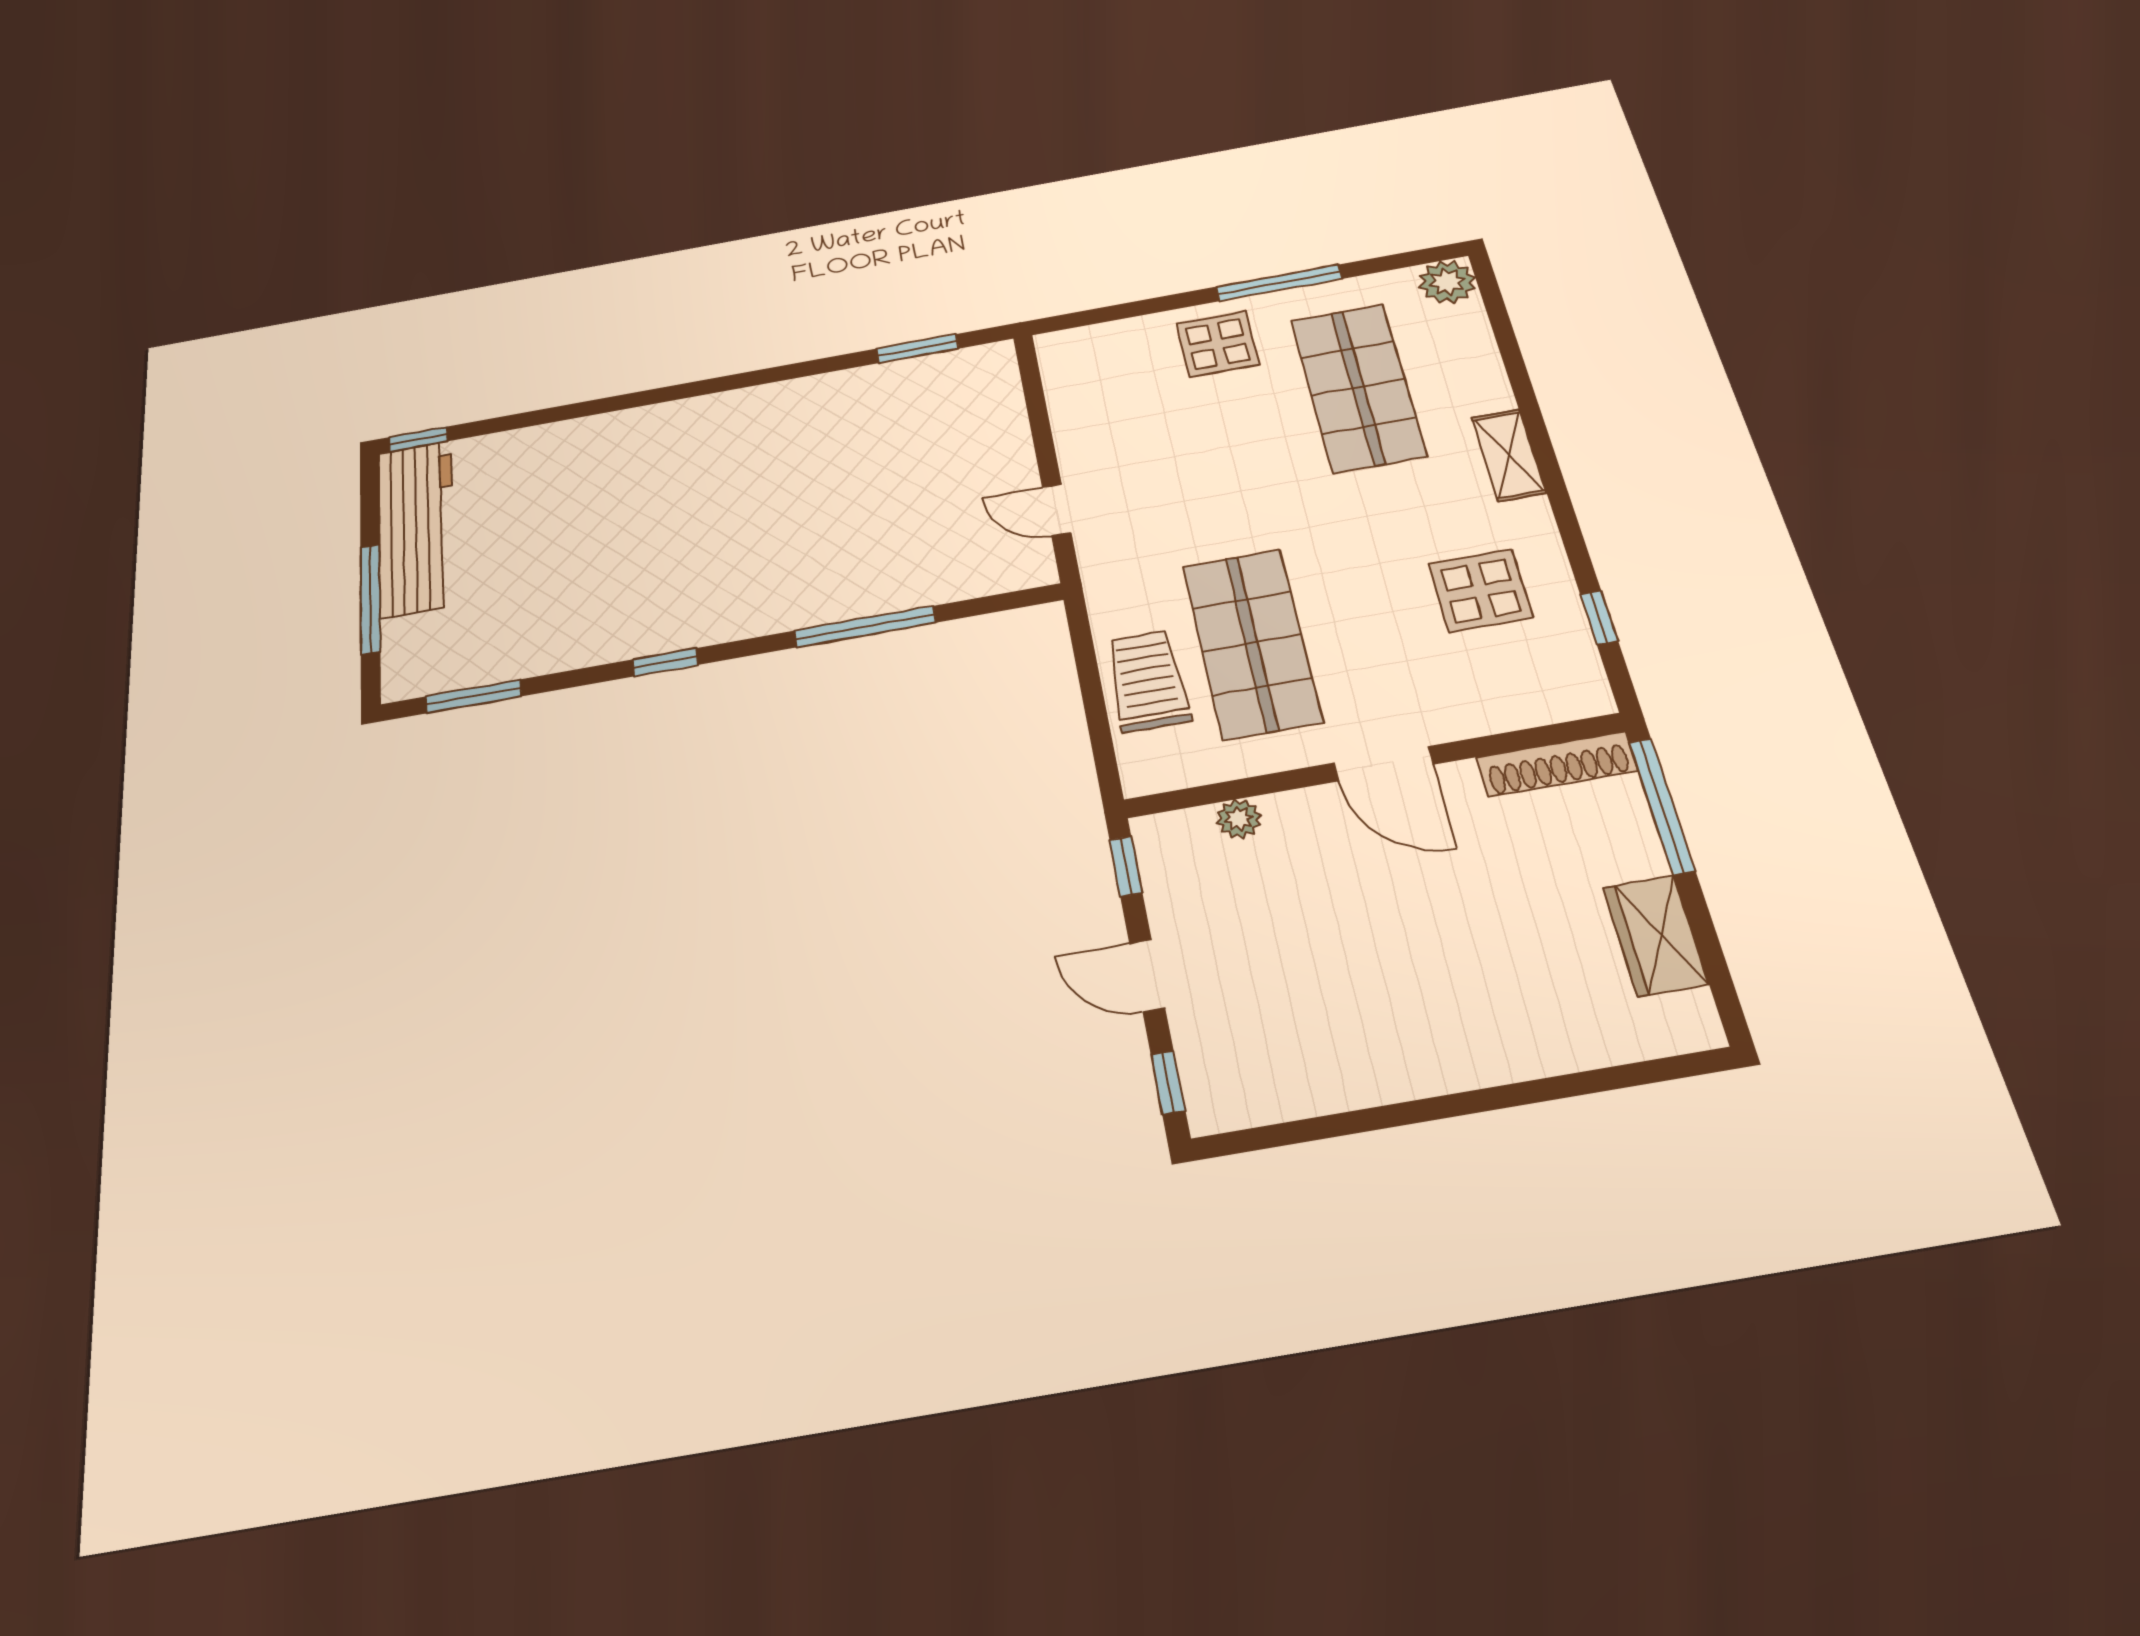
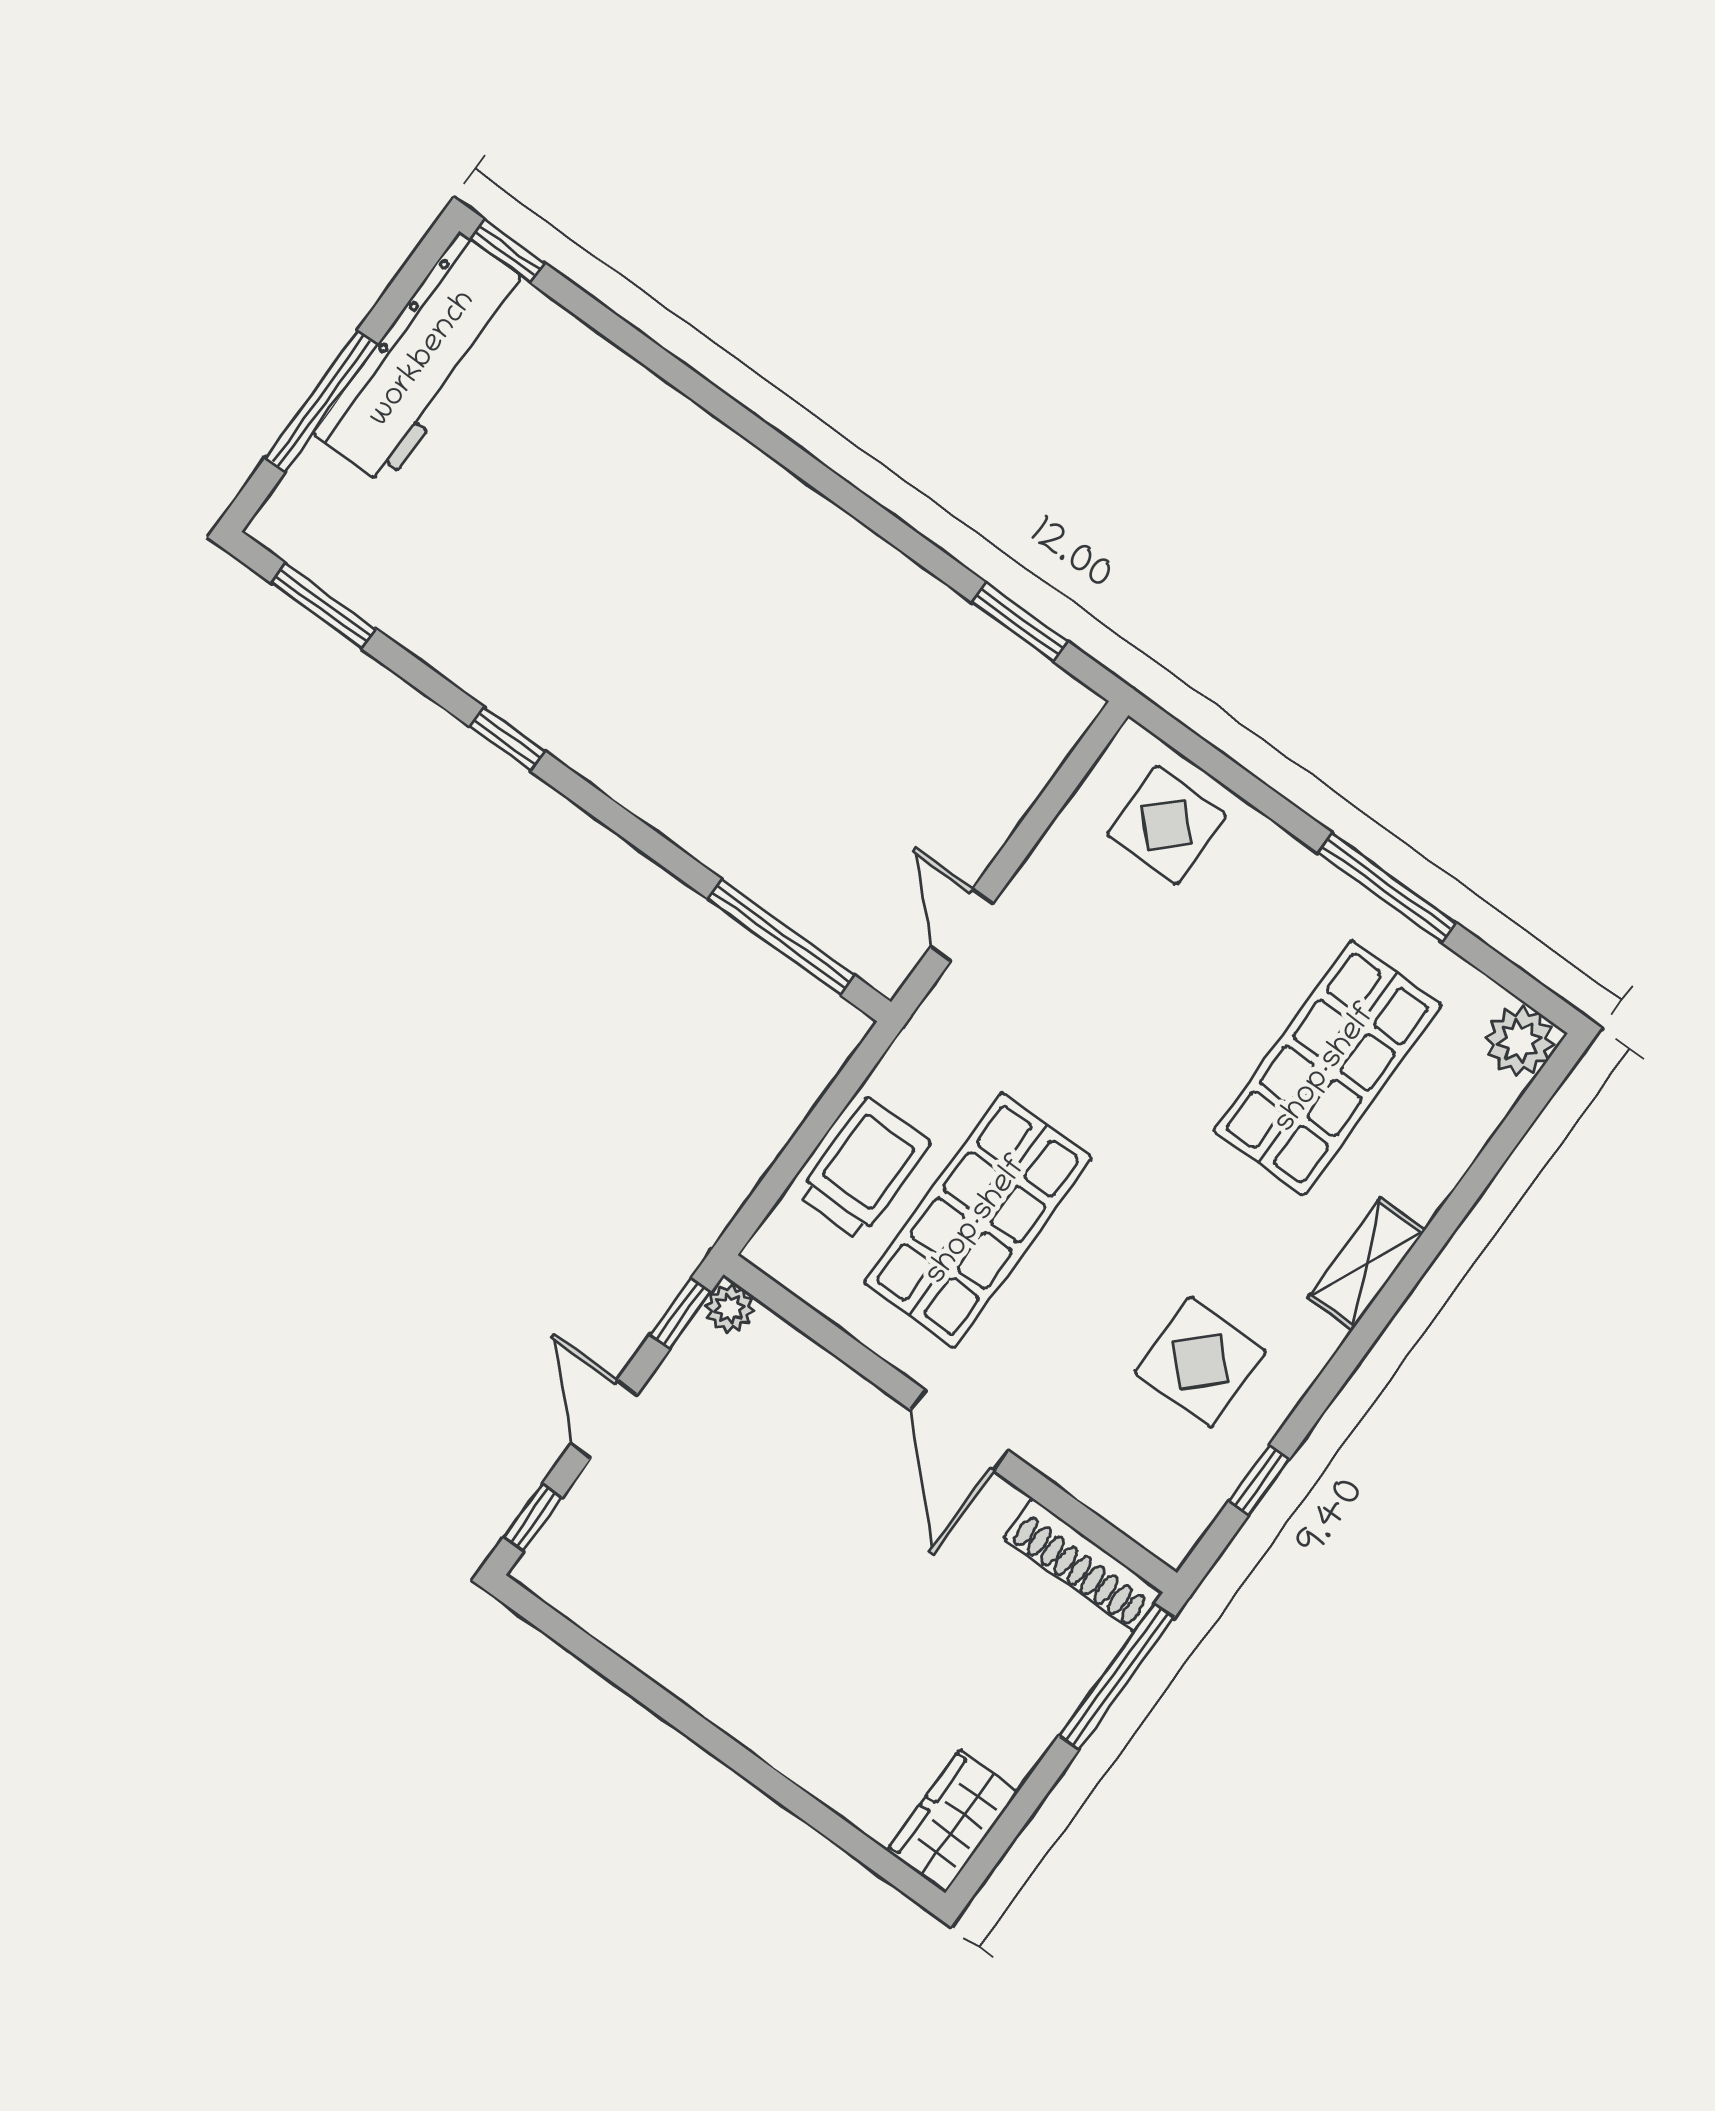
display table: (1218, 344) -> (1167, 825), moved
window: (865, 627) -> (781, 937), moved
plant: (1239, 819) -> (730, 1308), moved
wardrobe: (1656, 936) -> (953, 1821), moved

